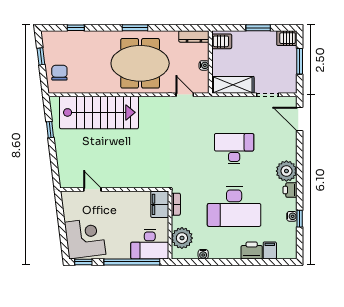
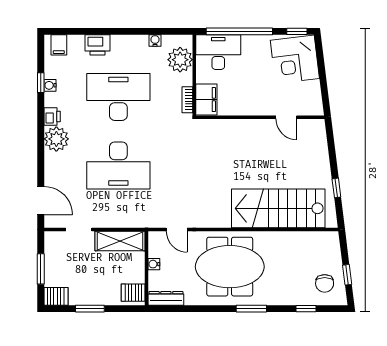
window: (135, 28) -> (251, 309), moved
chair: (59, 73) -> (325, 283), moved
desk: (234, 149) -> (118, 165), width x1.36, depth x1.30
filing cabinet: (270, 250) -> (59, 45), moved

